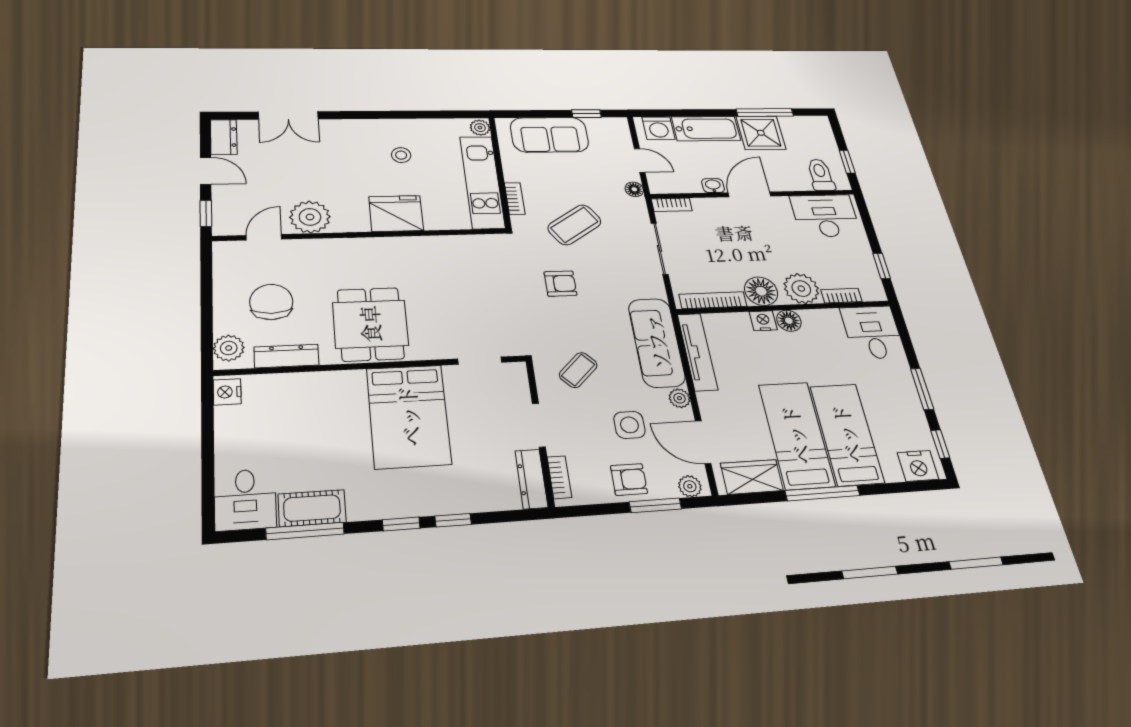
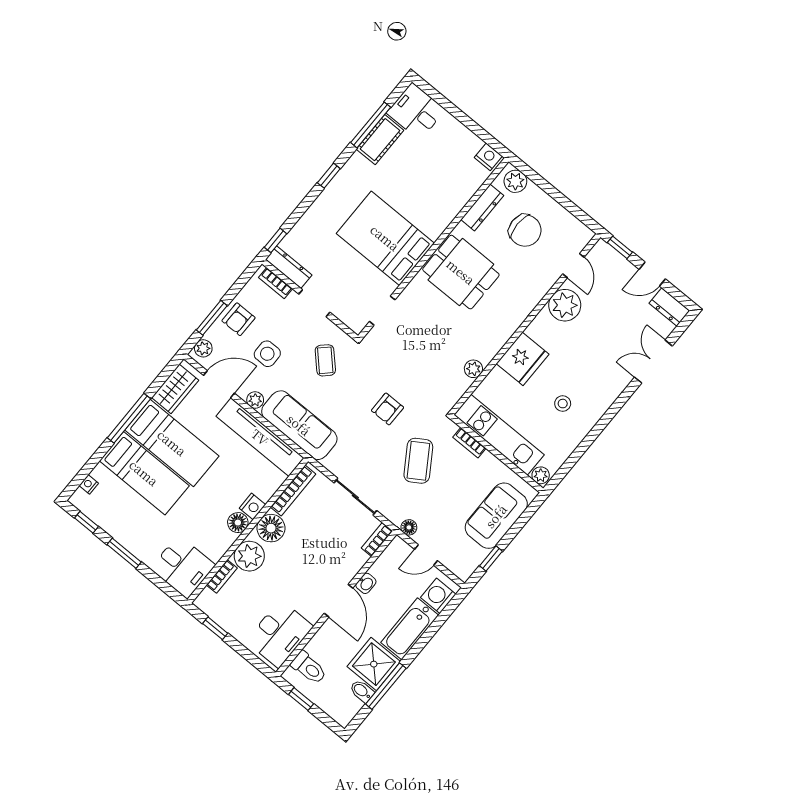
bidet: (789, 126) -> (362, 691), added
plant: (448, 244) -> (473, 369), added
tv unit: (697, 352) -> (260, 437), width x1.36, depth x1.29
nightstand: (918, 466) -> (89, 484), width x0.53, depth x0.56
window: (453, 520) -> (275, 240), moved

